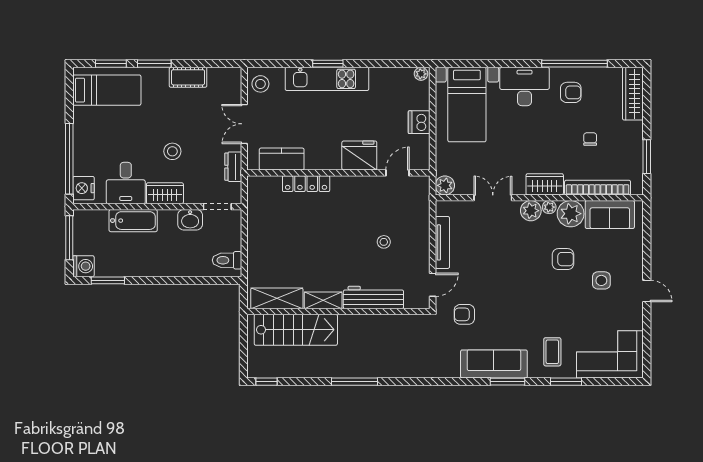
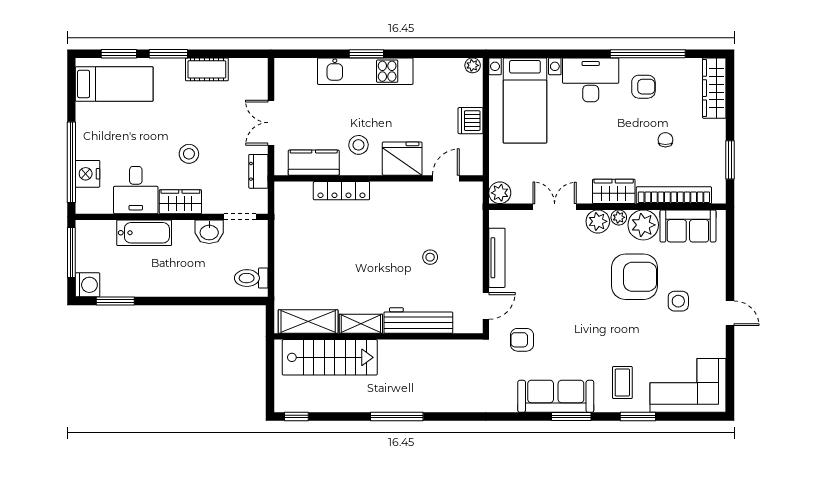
stool: (260, 84) -> (358, 145), moved
nightstand: (83, 188) -> (88, 174), moved
armchair: (563, 259) -> (635, 277), width x1.88, depth x1.88

